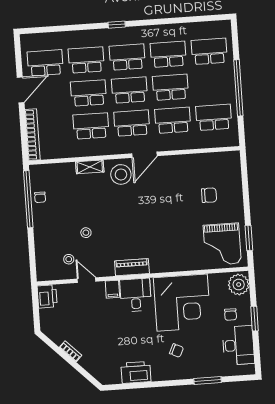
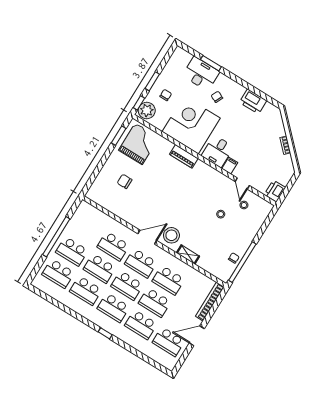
school desk: (214, 117) -> (72, 251), moved
piano: (132, 267) -> (184, 156), moved
window: (252, 287) -> (139, 103), added
desk: (238, 345) -> (201, 74), moved, turned 90

